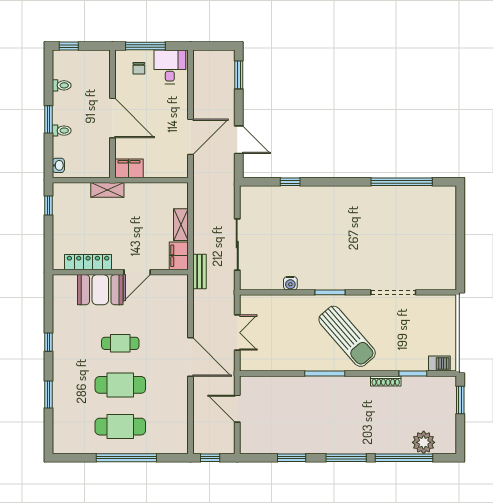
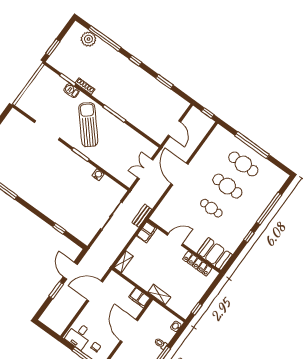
window: (239, 75) -> (56, 290), moved
shelving: (181, 225) -> (124, 262), moved
booth: (100, 290) -> (215, 254), moved
barbecue: (439, 363) -> (72, 91), moved
window: (49, 395) -> (269, 208), width x2.11
window: (346, 458) -> (135, 61), width x0.46

